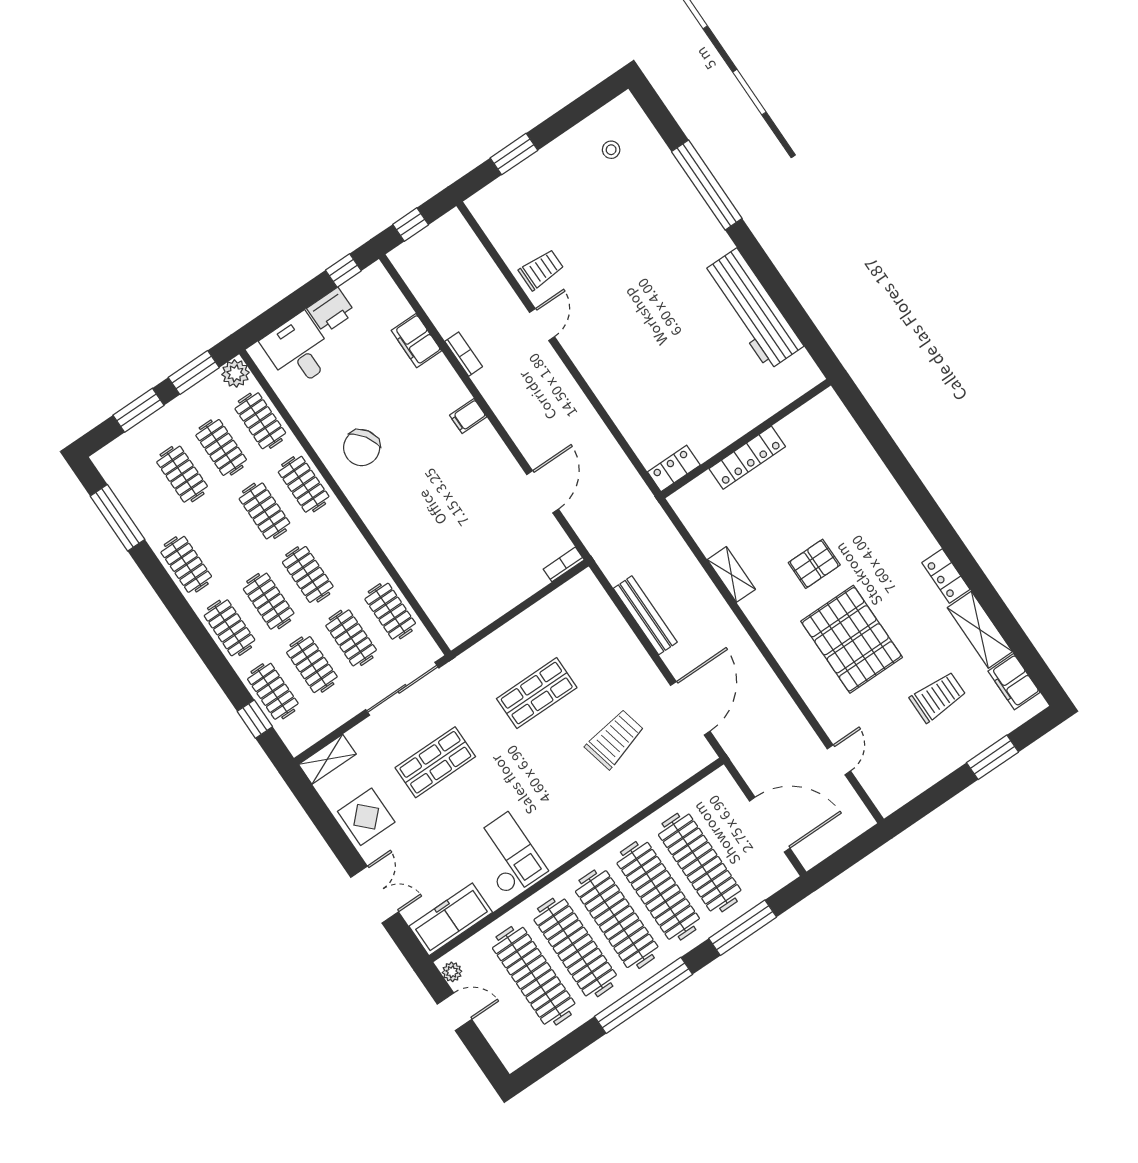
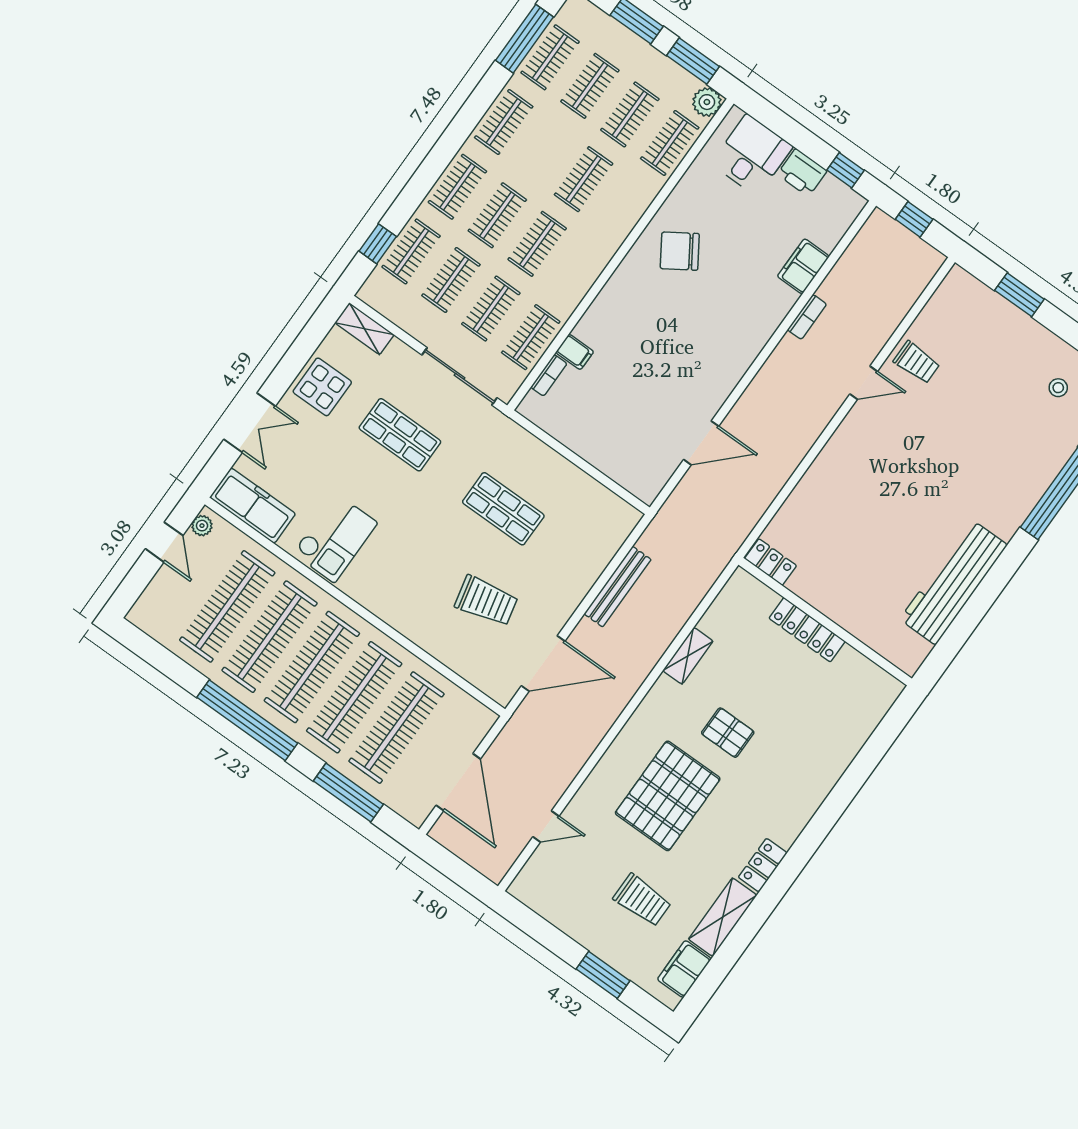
filing cabinet: (468, 416) -> (575, 352), moved, turned 180
clothes rail: (304, 484) -> (550, 57), moved
bookcase: (564, 564) -> (549, 375), moved, turned 90

